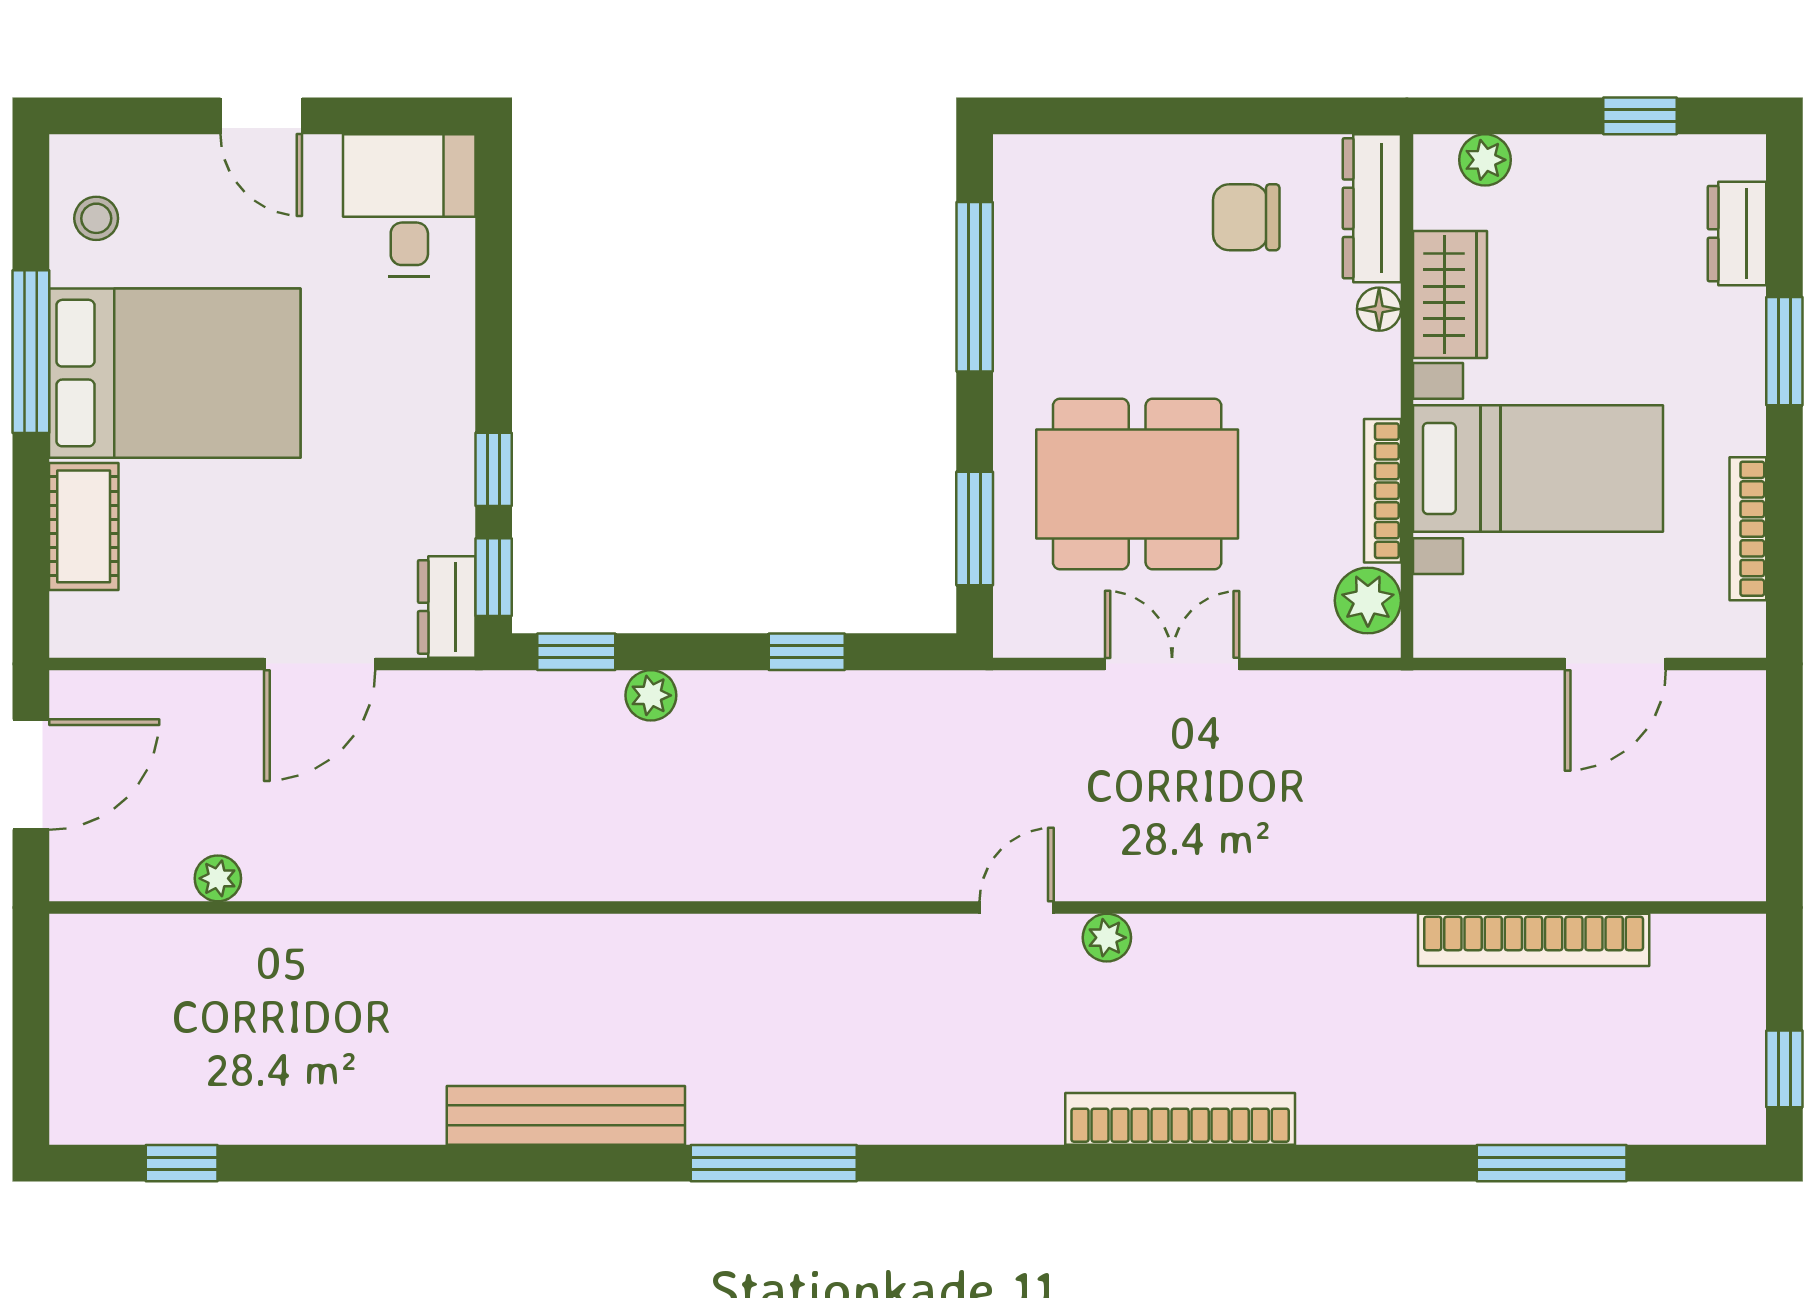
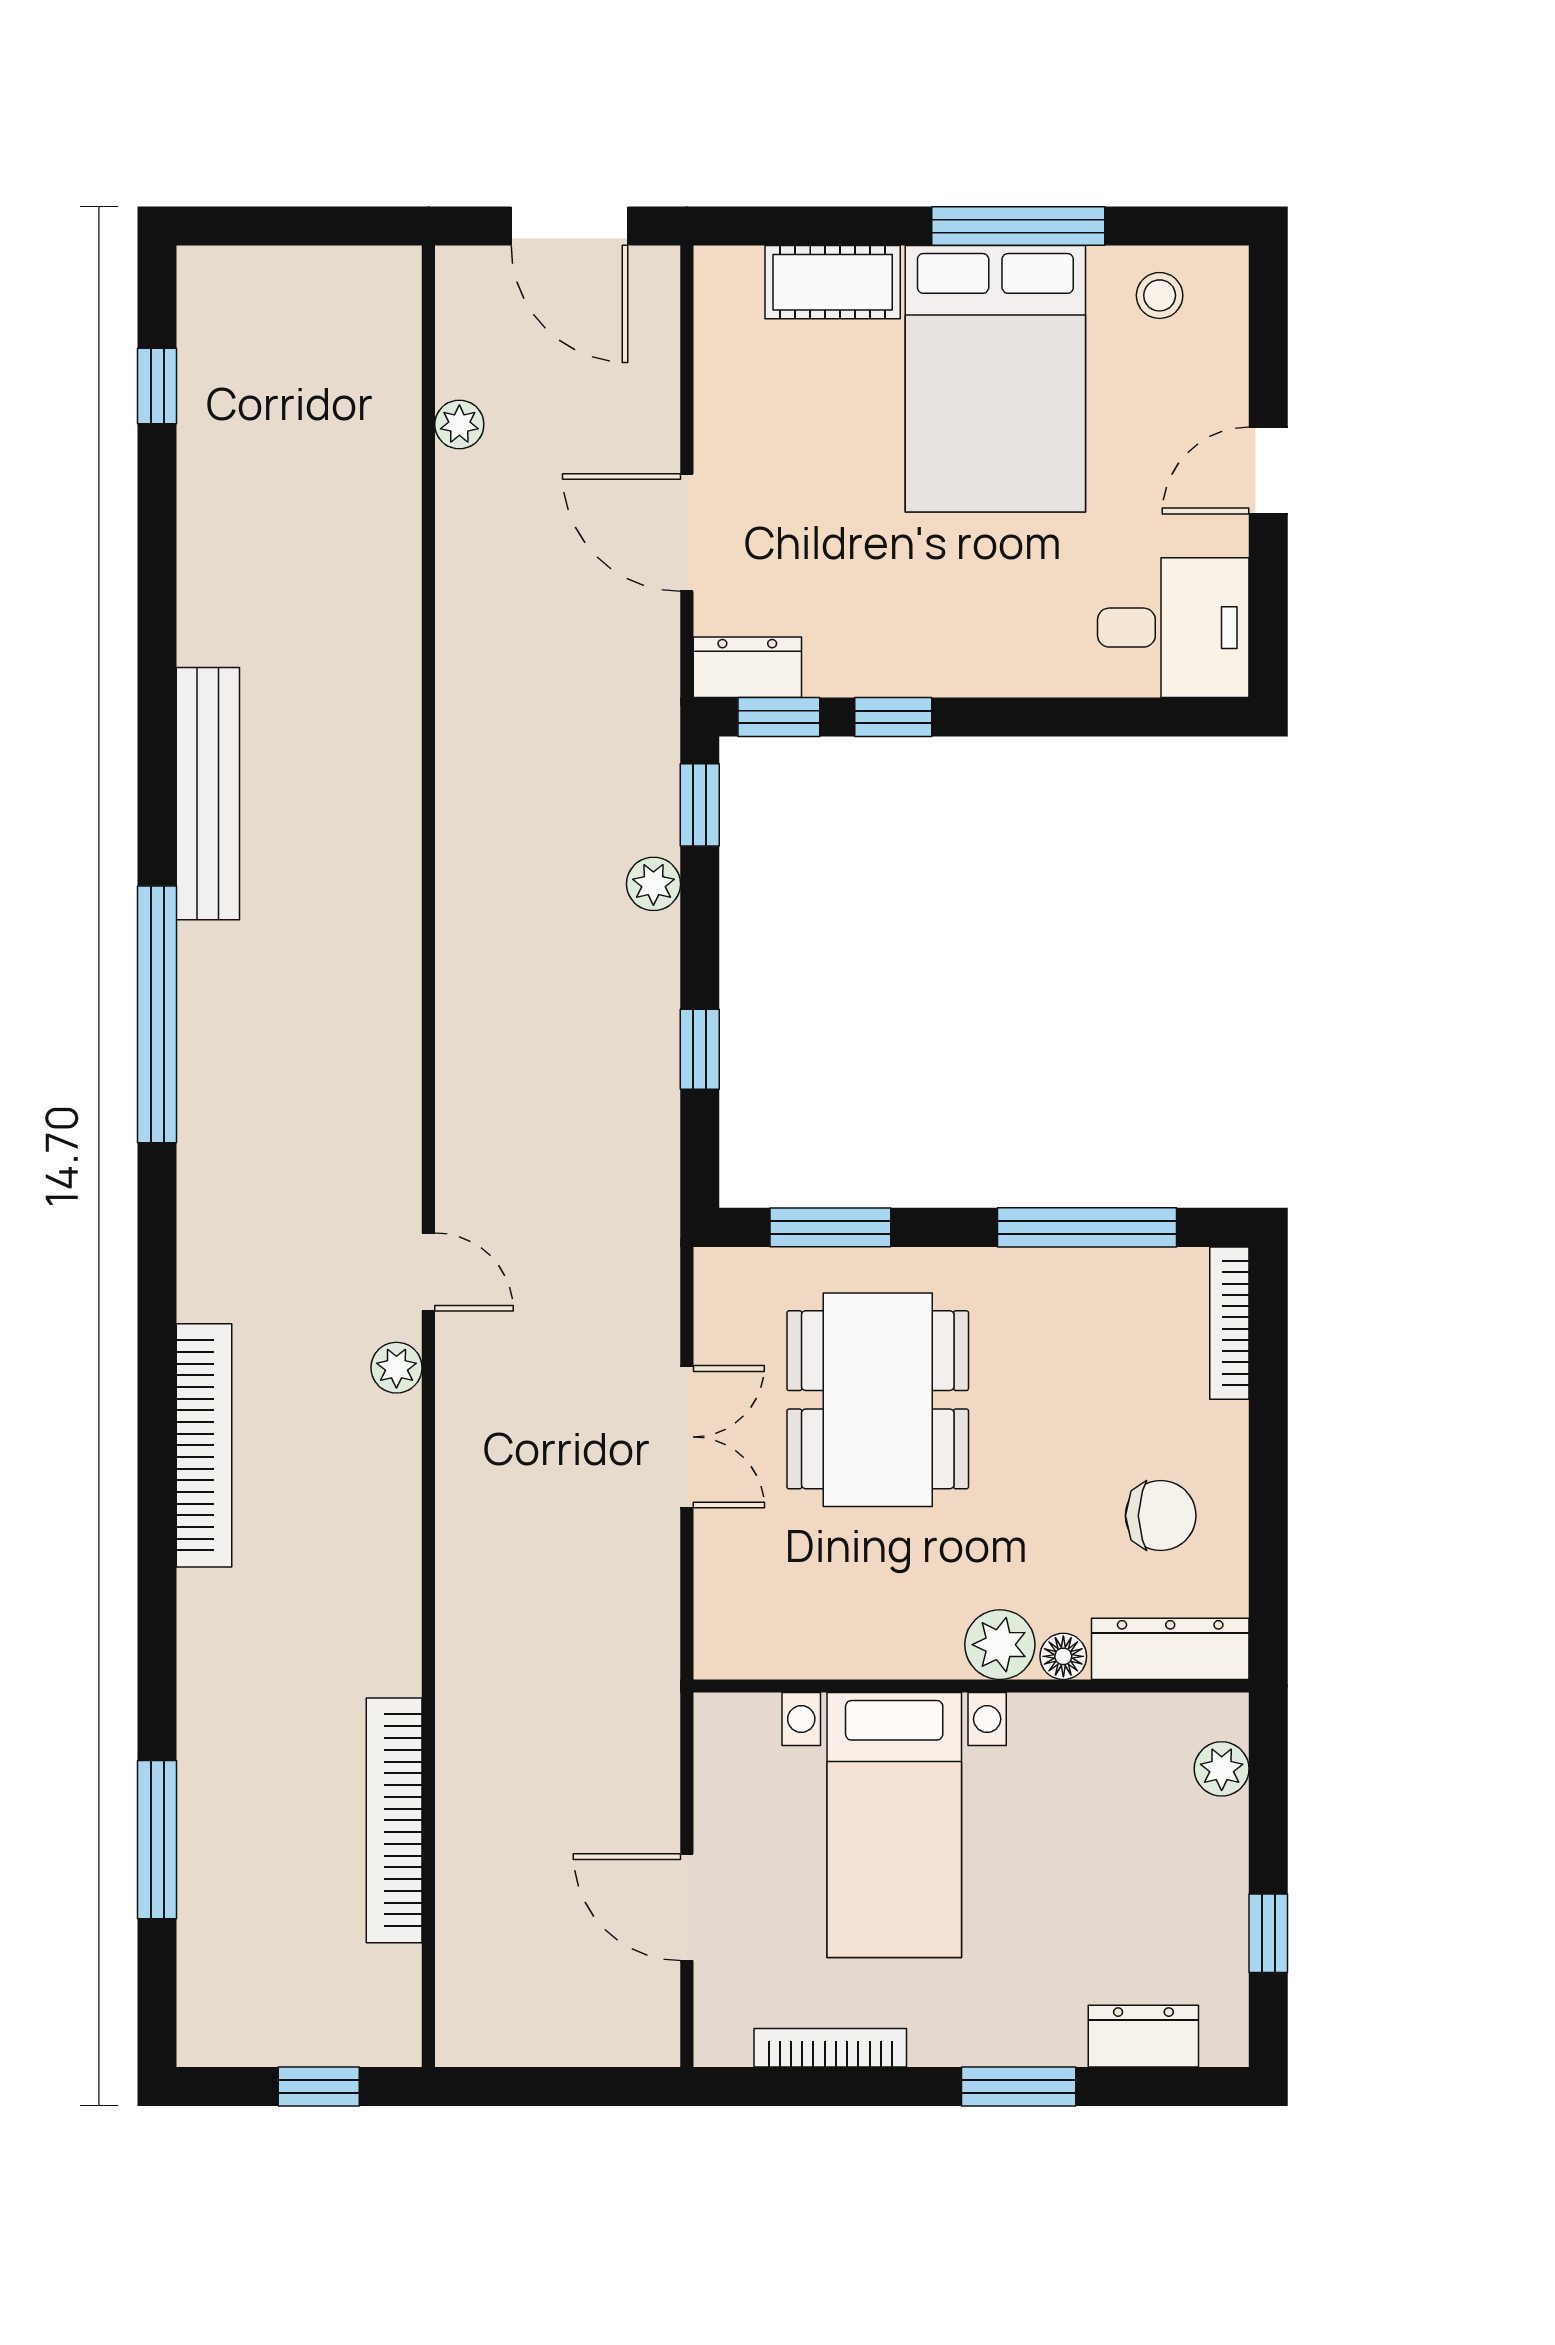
chair: (1246, 217) -> (1161, 1516), turned 90
wardrobe: (1450, 294) -> (1079, 1732), removed
bookcase: (1382, 491) -> (1229, 1323), moved, turned -90
plant: (1368, 601) -> (1000, 1645), moved
window: (1784, 1069) -> (319, 2087), moved
window: (774, 1163) -> (157, 1014), width x1.46

